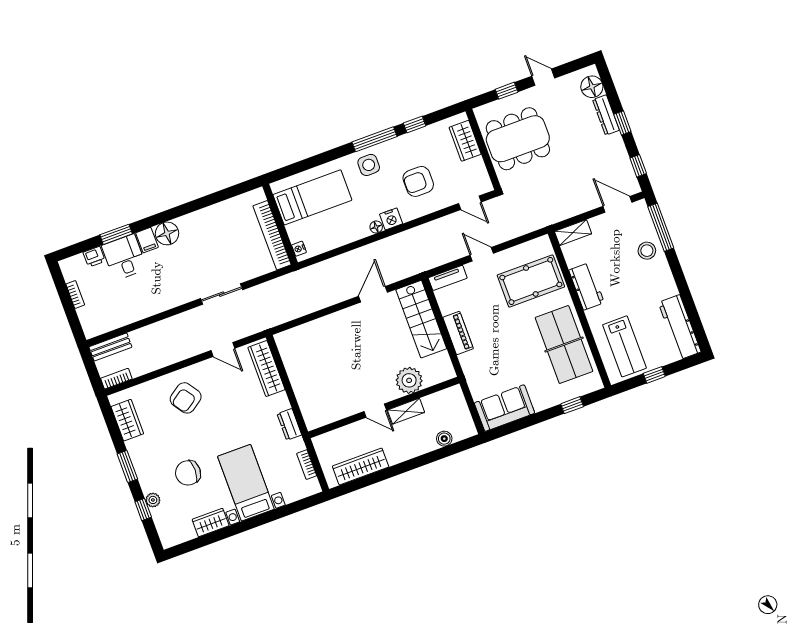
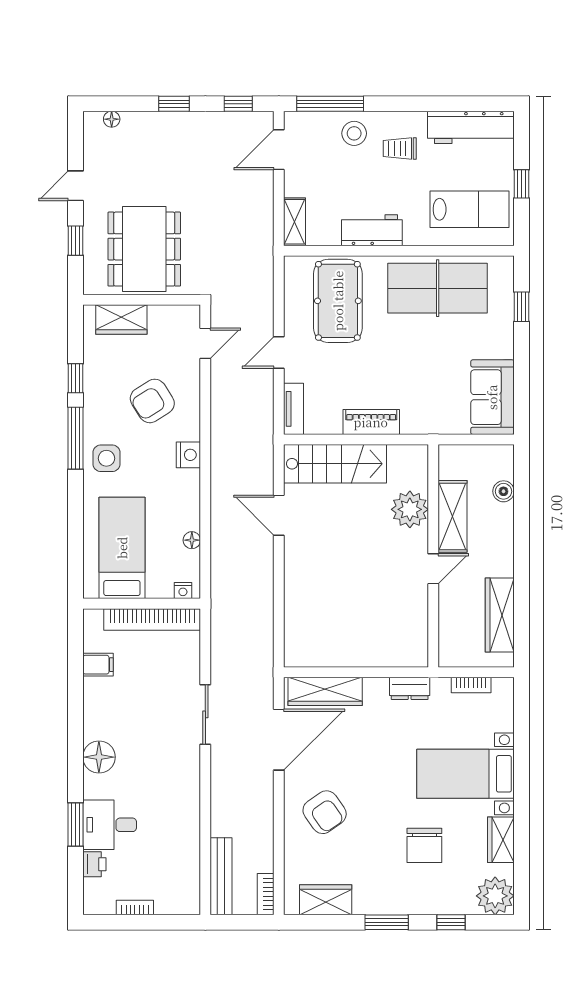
floor lamp: (592, 87) -> (112, 119), width x0.53, depth x0.53
dresser: (606, 115) -> (156, 122), removed
armchair: (418, 181) -> (152, 401), turned 58
floor lamp: (376, 227) -> (192, 540), moved
filing cabinet: (147, 240) -> (98, 665), moved
trolley: (648, 285) -> (400, 149), added
bench: (110, 347) -> (221, 876), width x1.36
door: (223, 349) -> (279, 740), width x1.88
shelving: (406, 411) -> (453, 516), width x1.50, depth x1.33
plant: (153, 500) -> (495, 896), moved, width x1.87, depth x1.87

